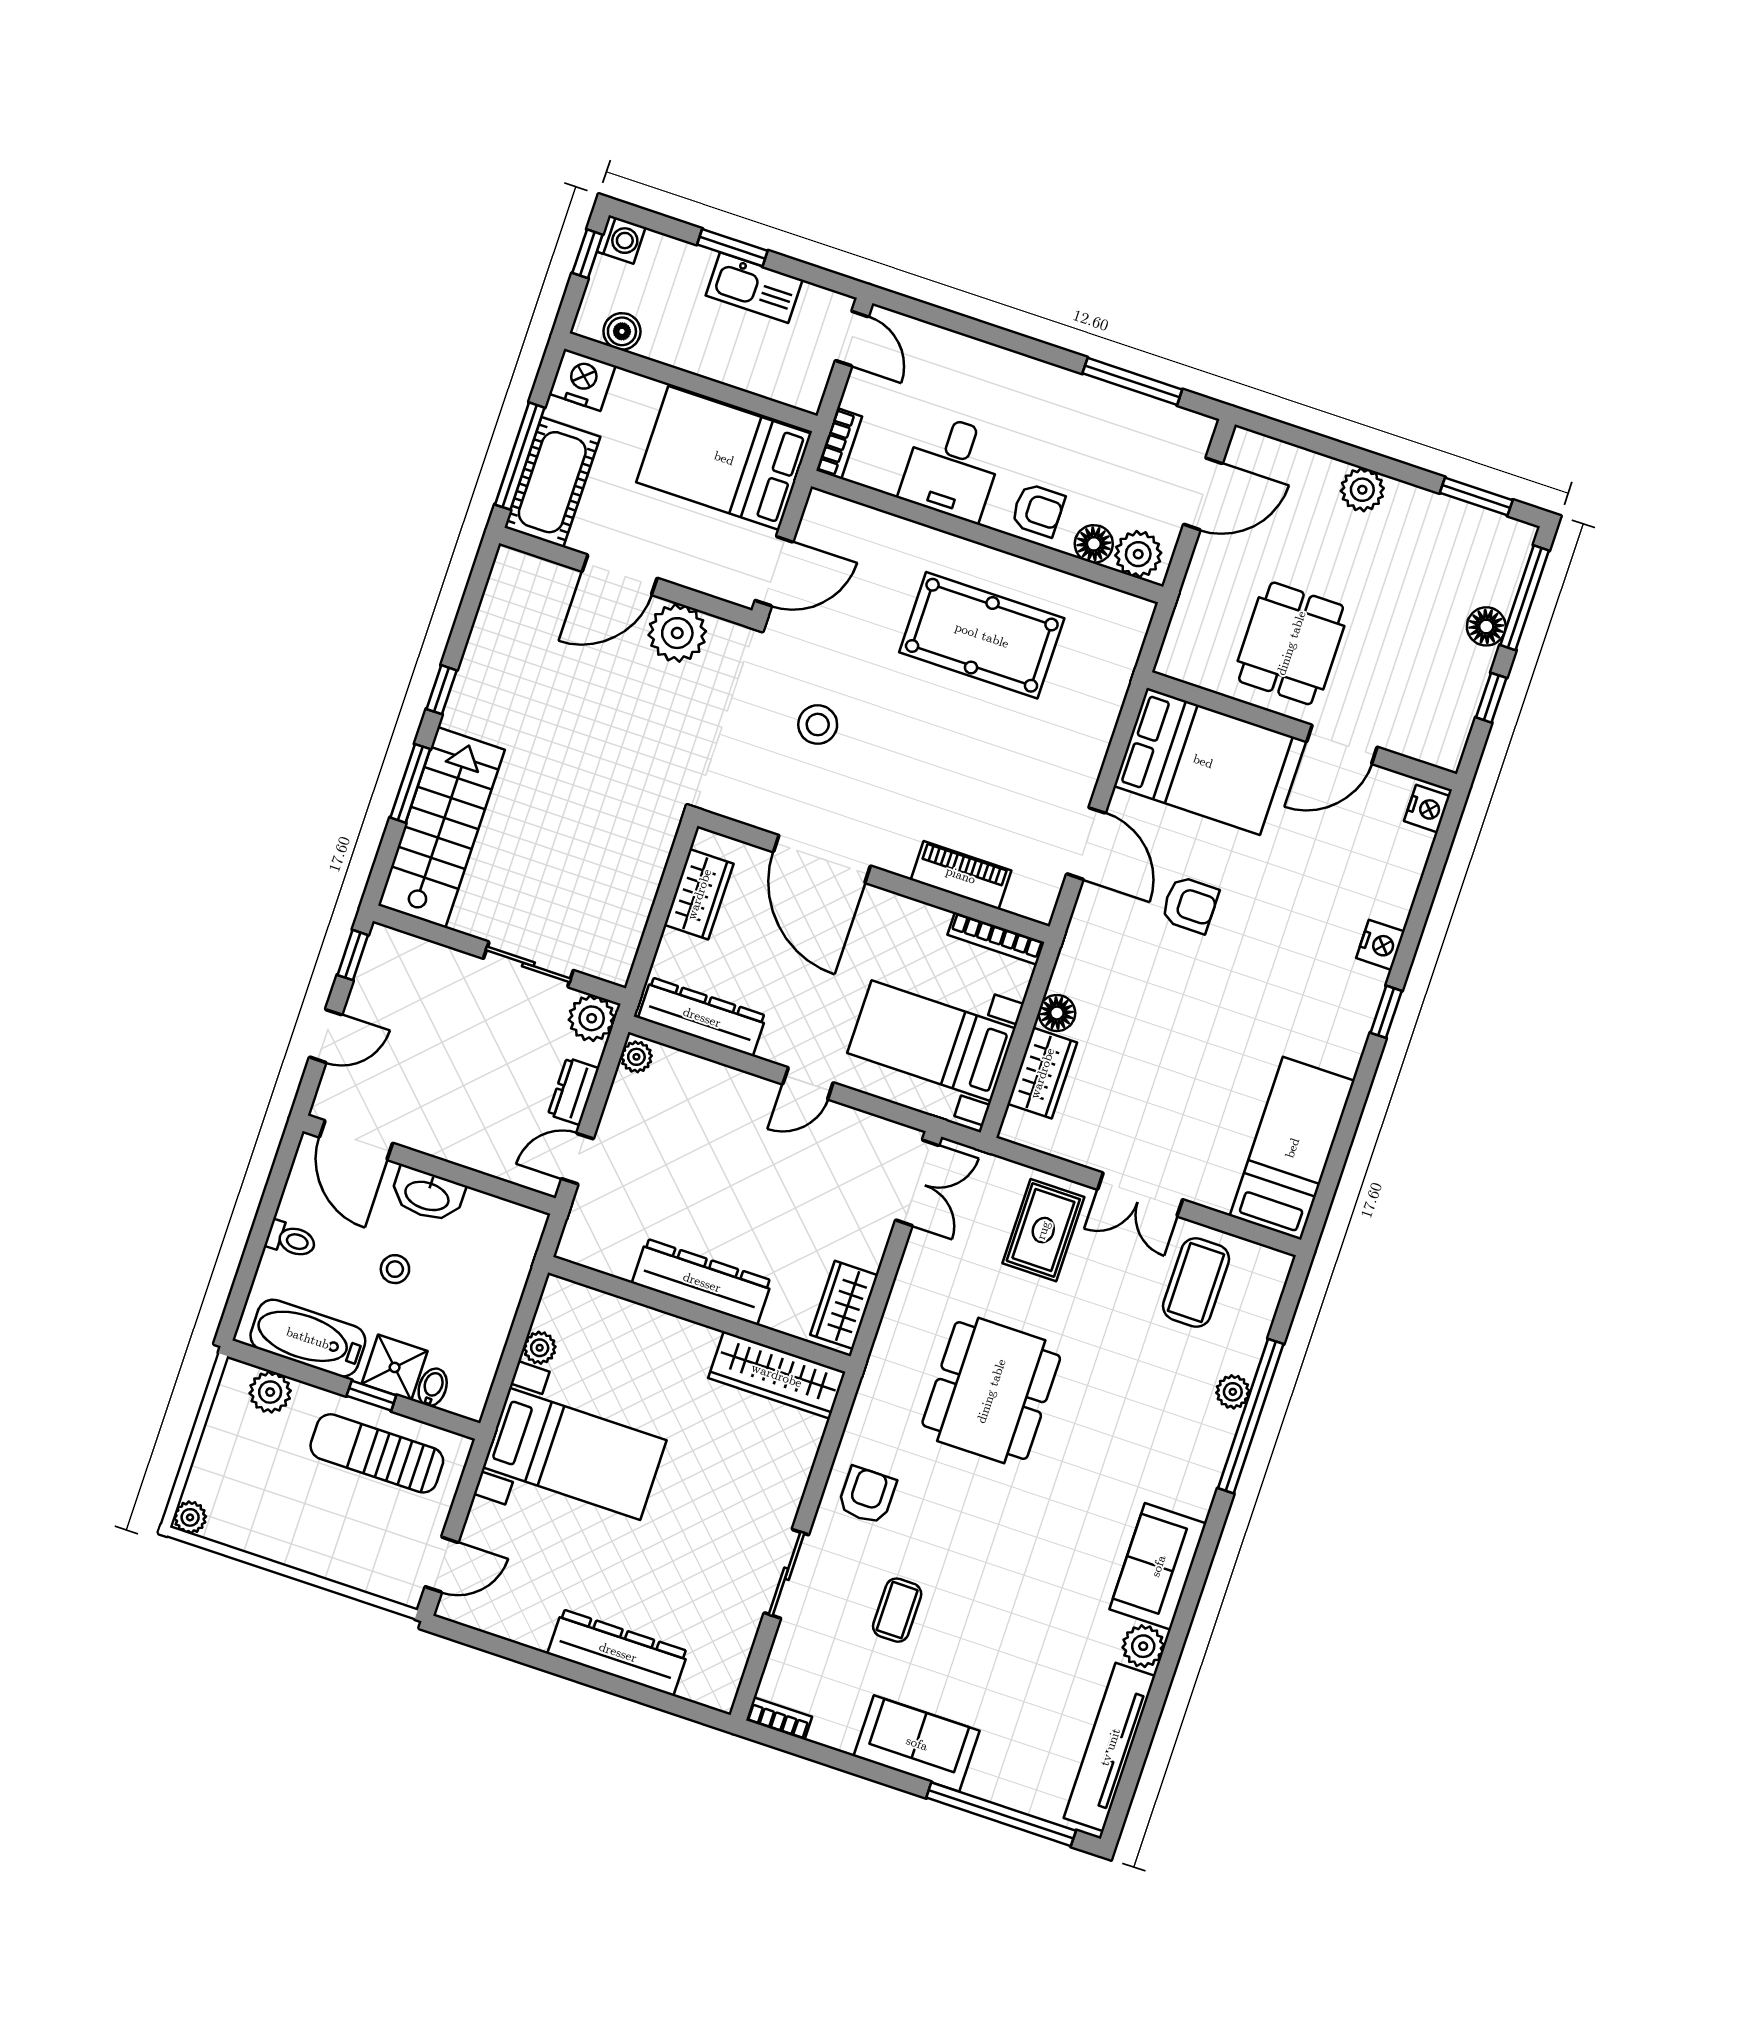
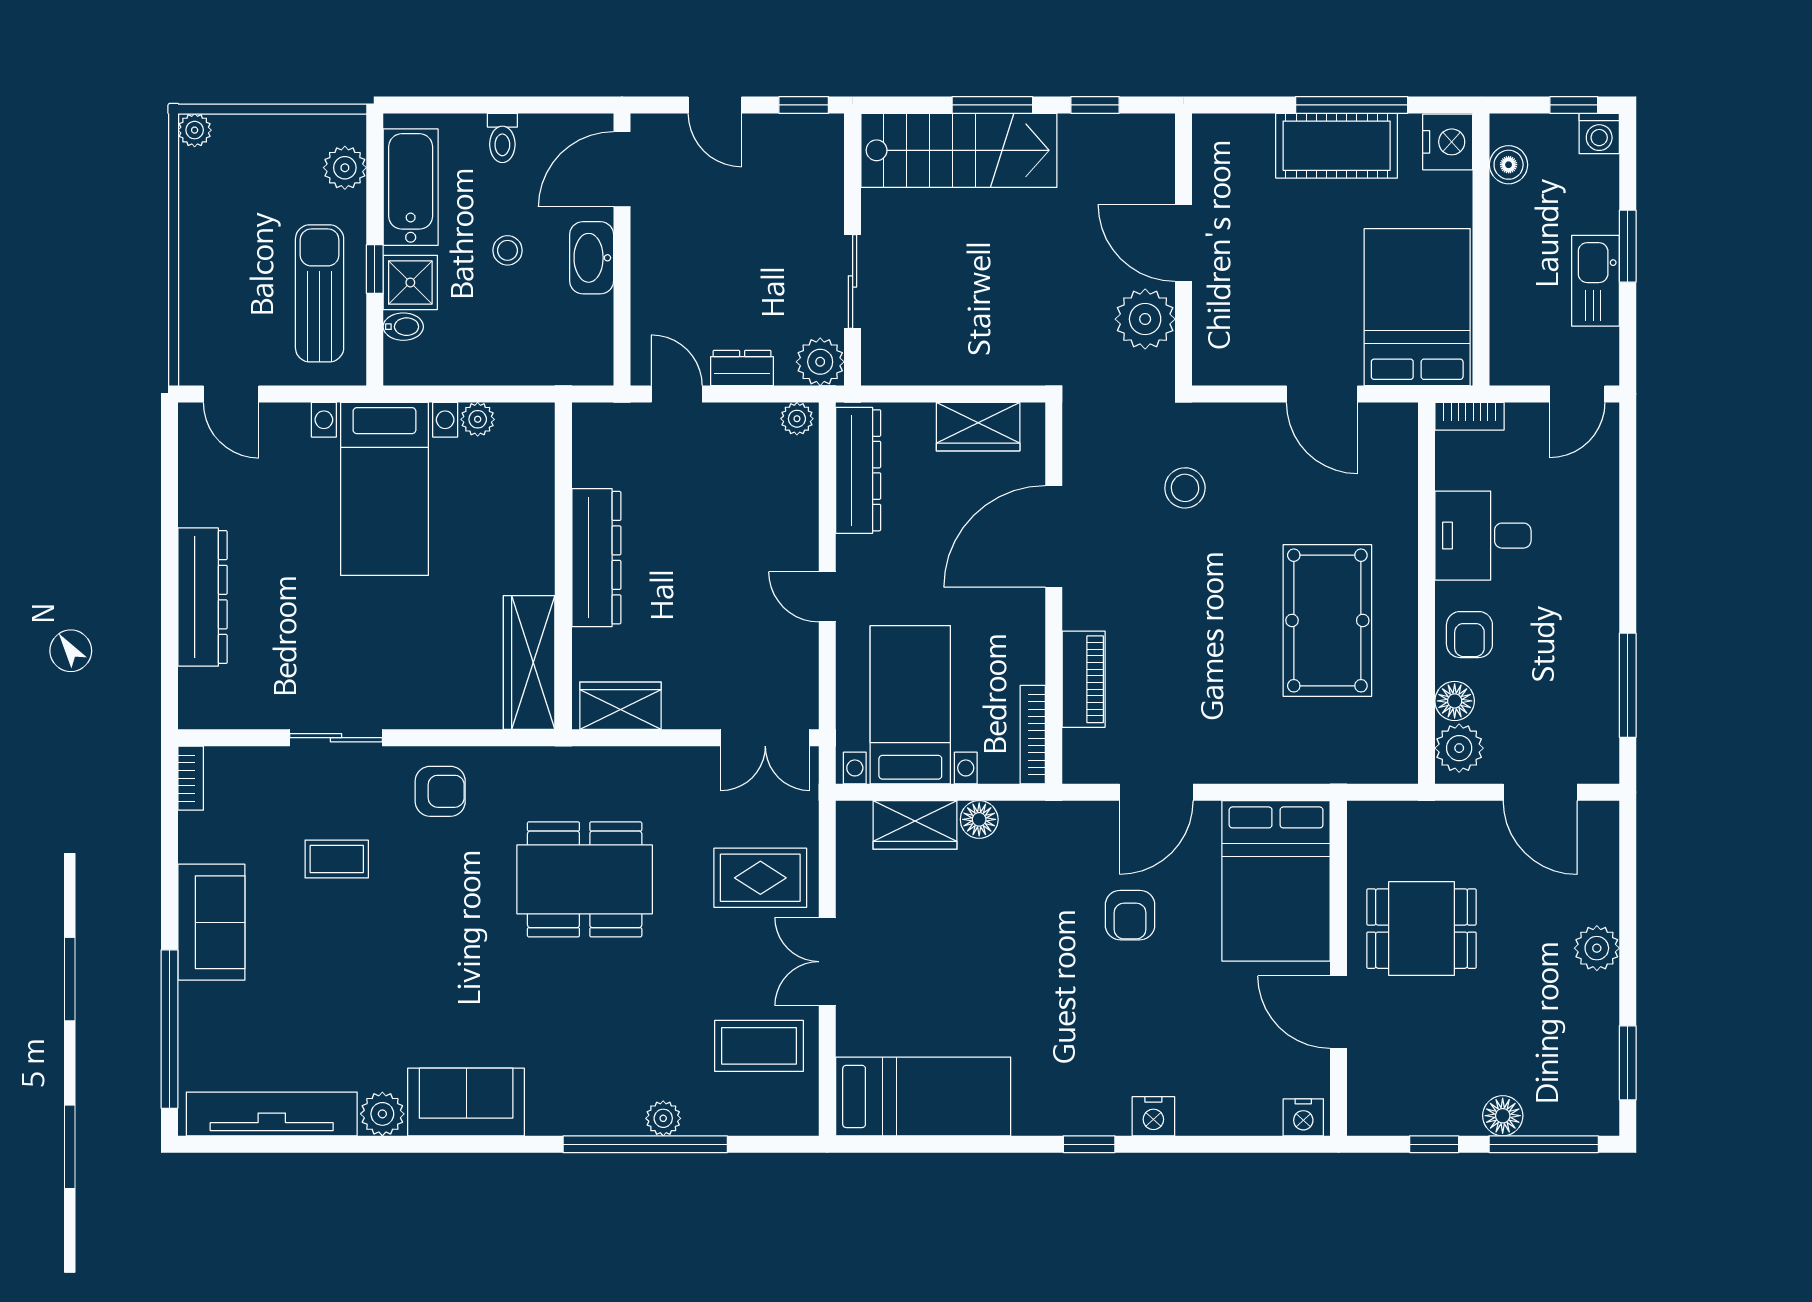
door: (620, 575) -> (1184, 243), moved
wall: (626, 577) -> (1184, 250), moved
plant: (677, 633) -> (1145, 319), moved

